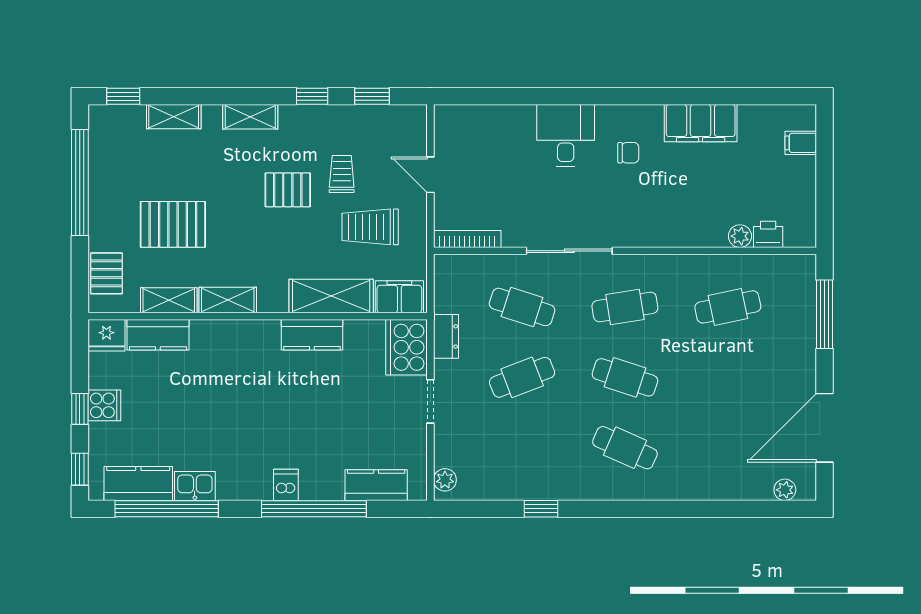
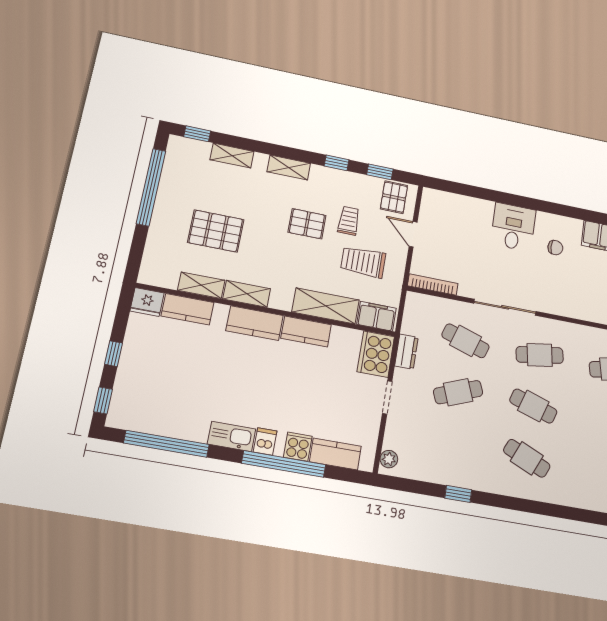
pallet: (107, 273) -> (394, 197), moved
cooker: (104, 405) -> (298, 447), moved, turned -90
kitchen counter: (138, 484) -> (255, 323), moved, turned 180
kitchen sink: (195, 486) -> (232, 436), moved, width x1.38

